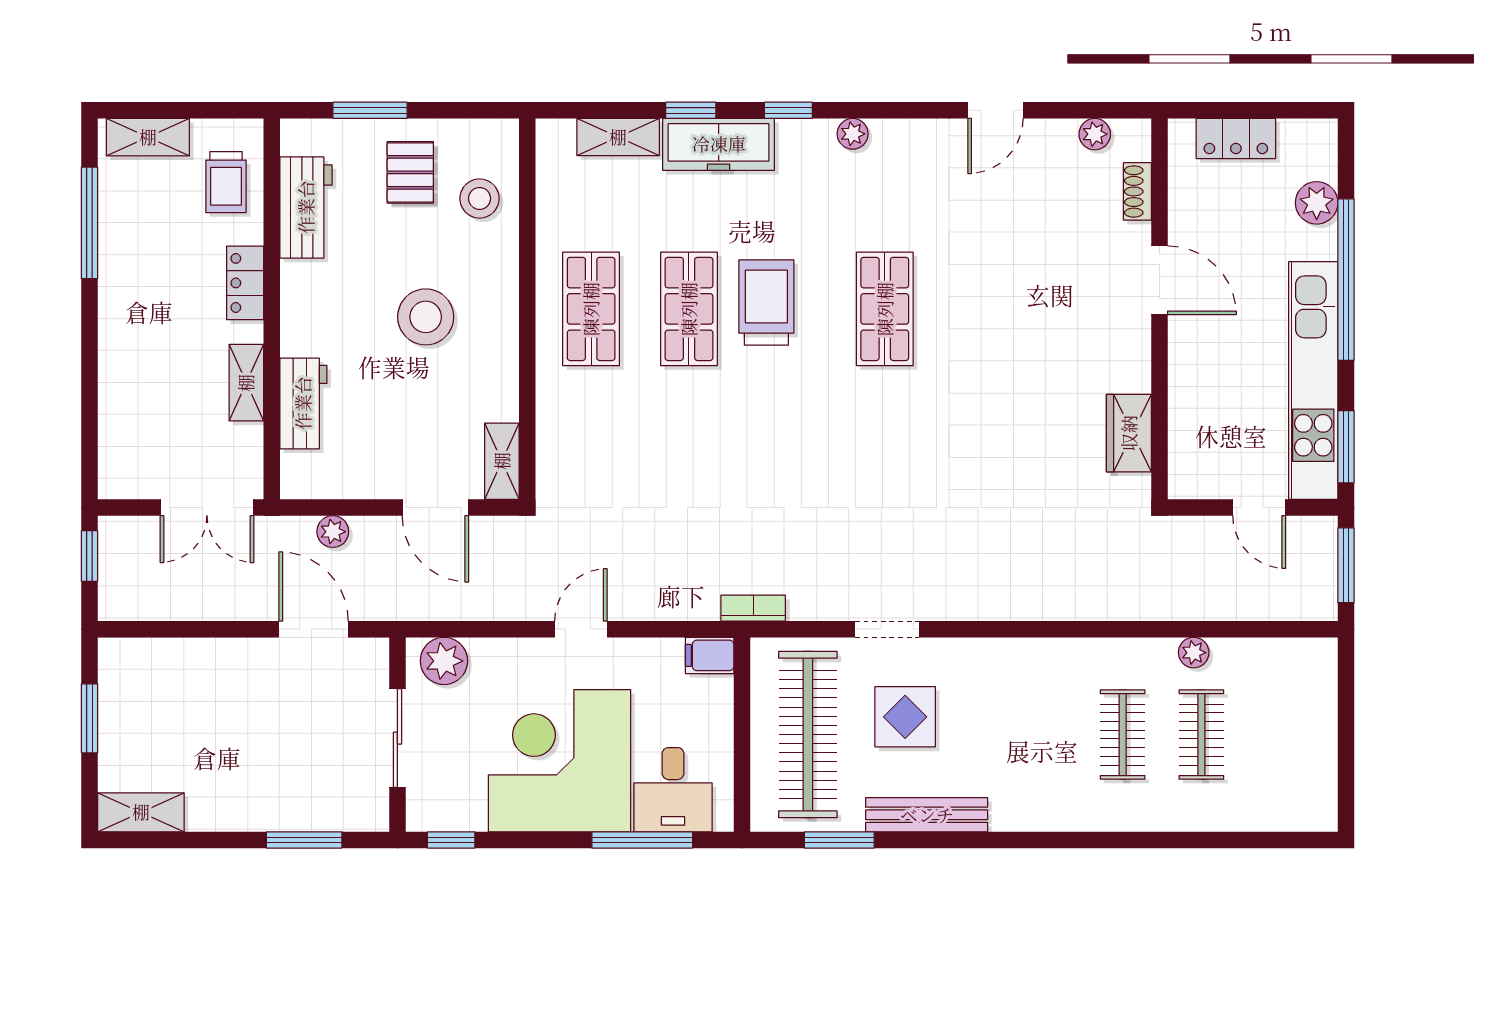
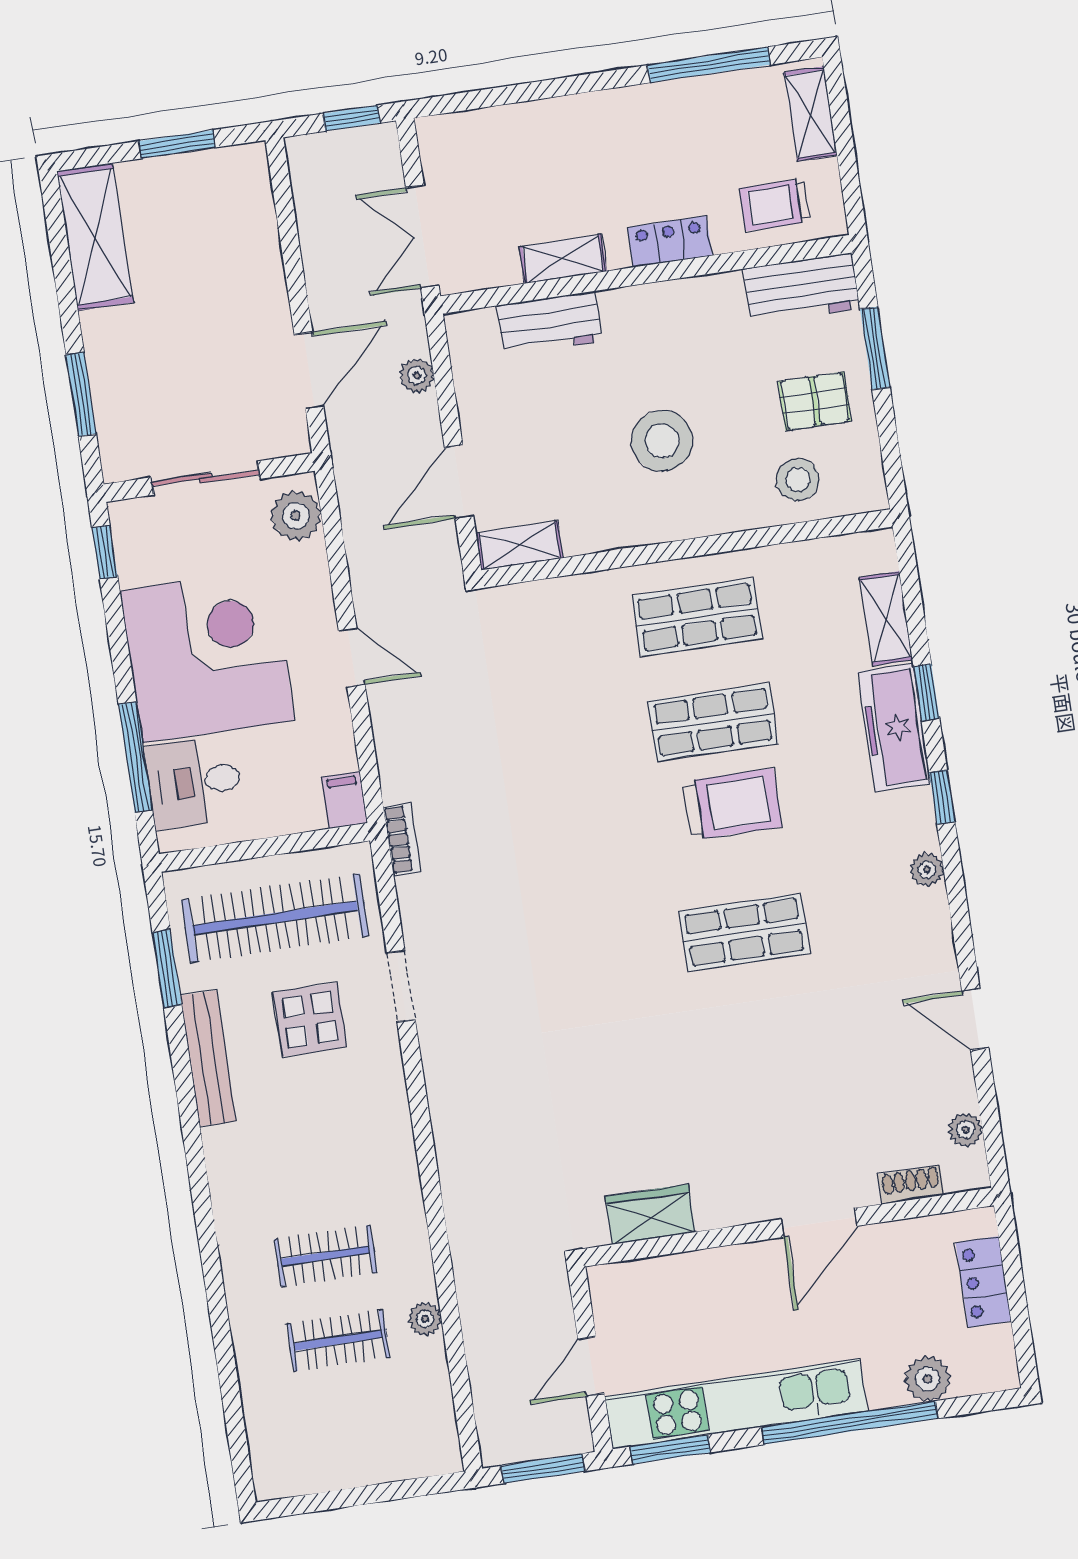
workbench: (306, 207) -> (802, 289), moved
shelving: (141, 812) -> (95, 237), width x1.50, depth x1.33

